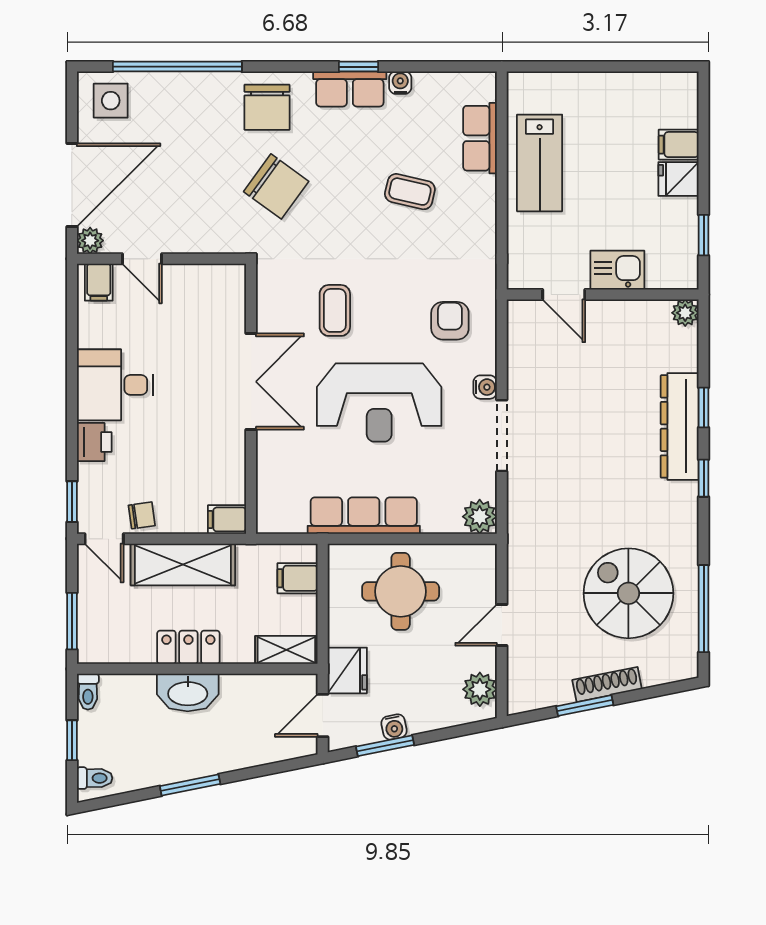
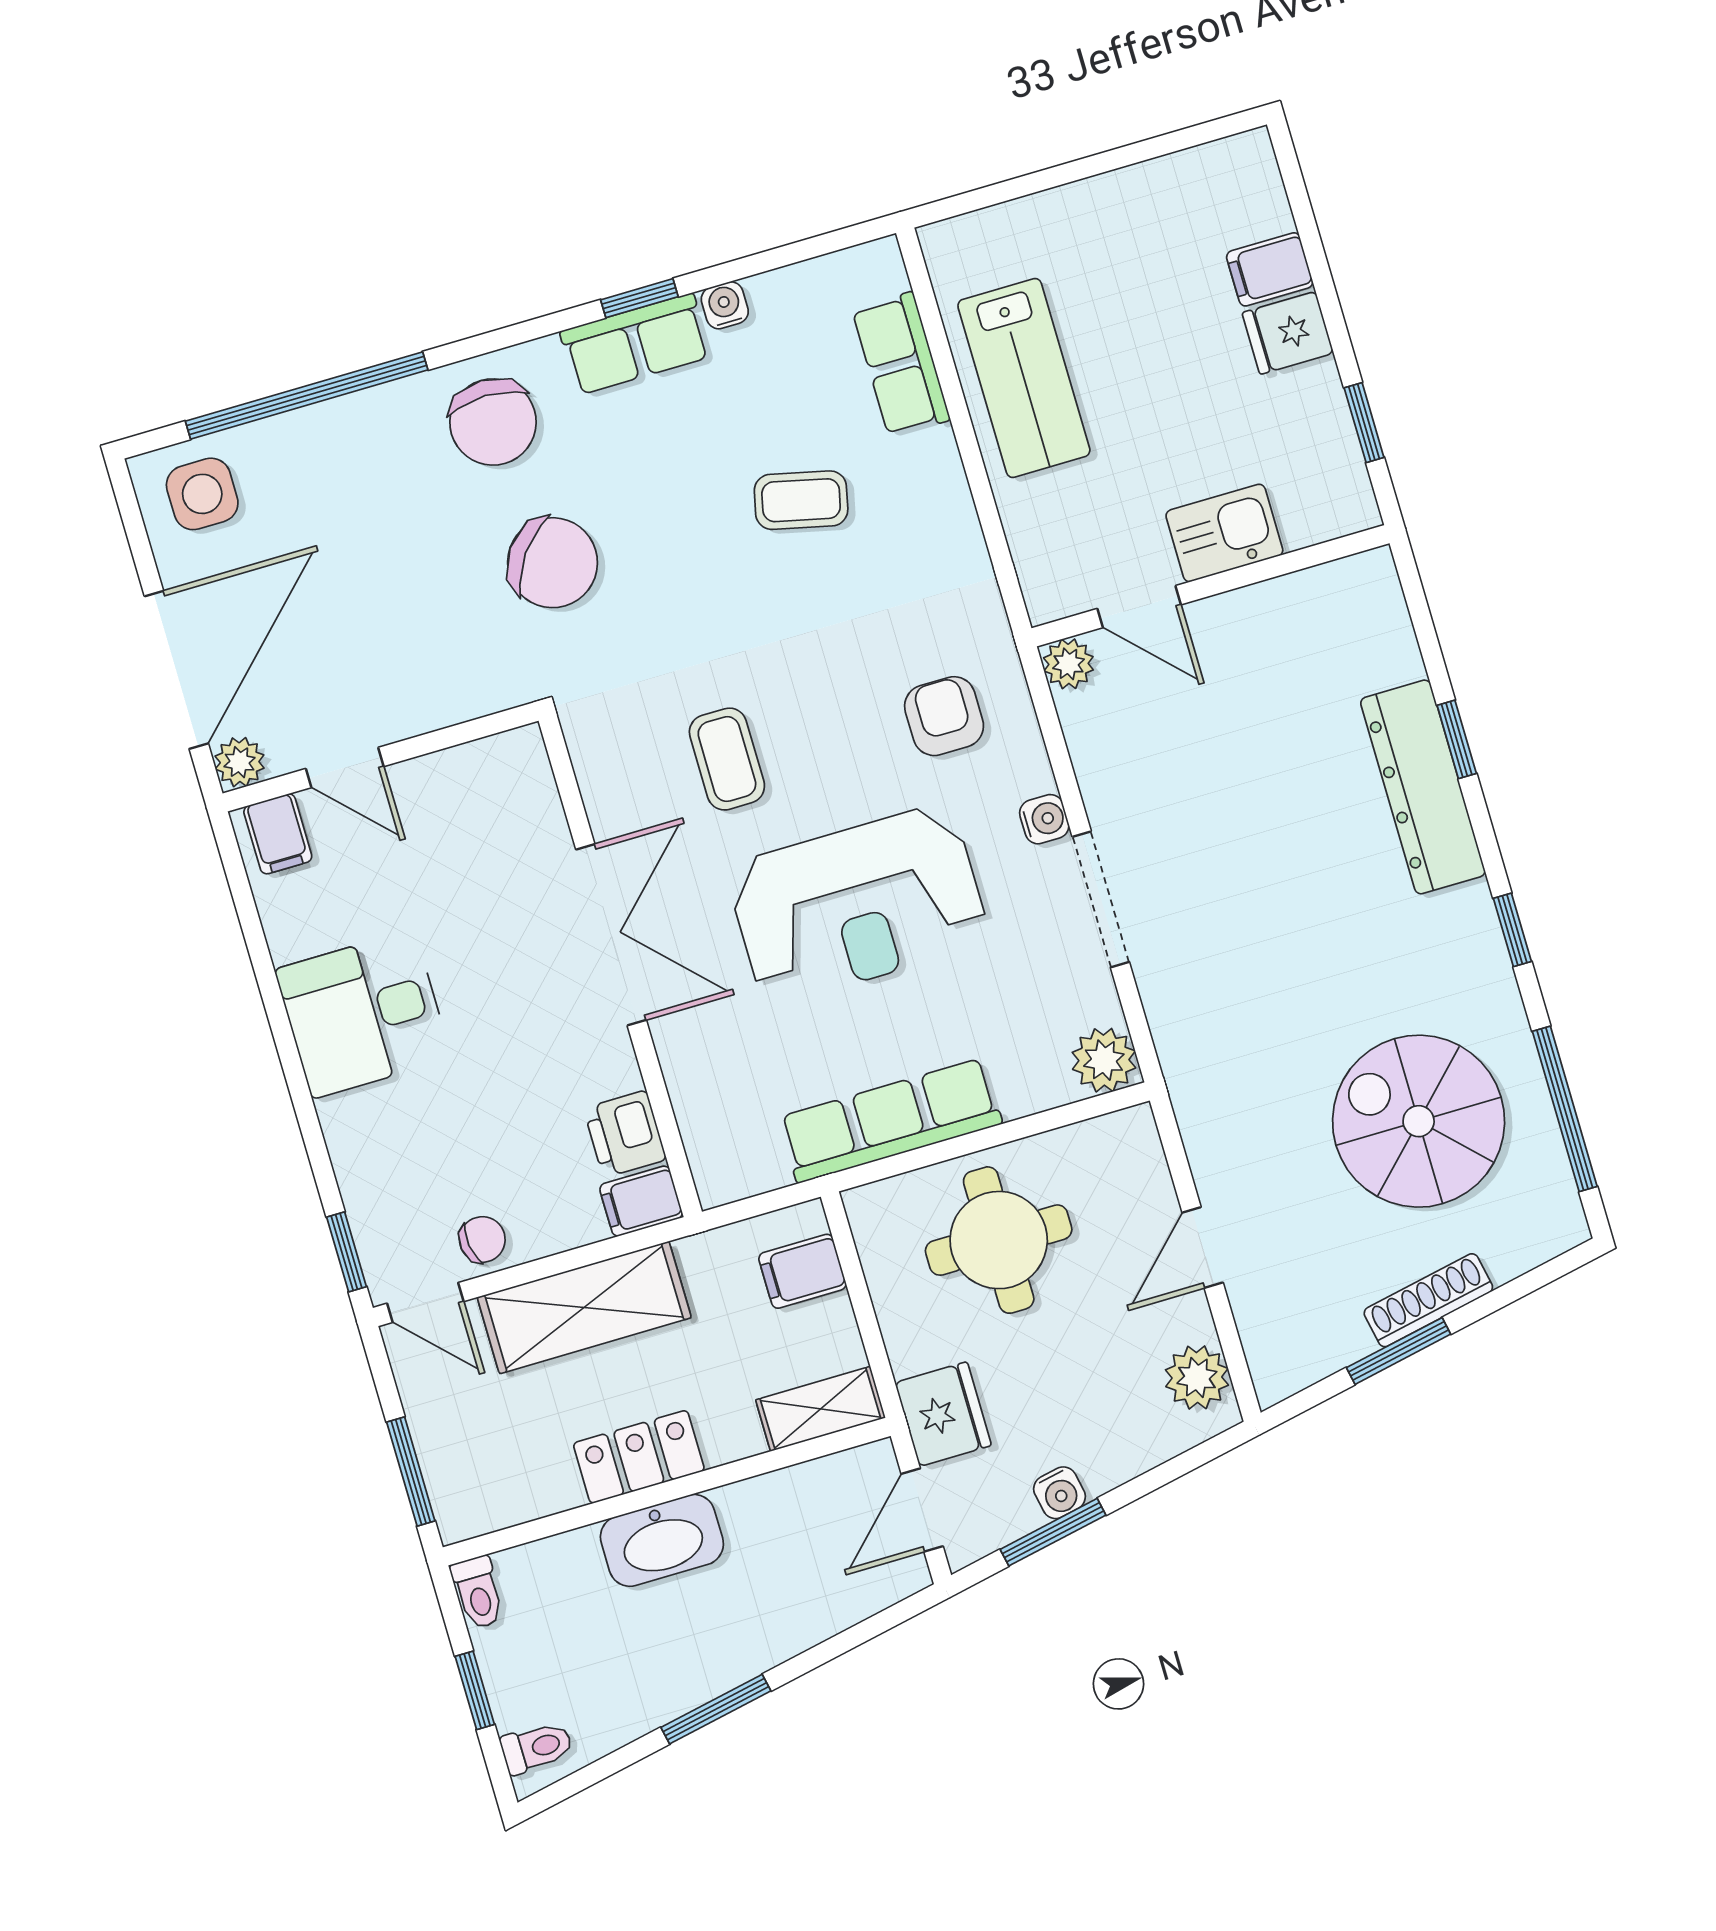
plant: (685, 313) -> (1068, 664), moved
printer: (94, 442) -> (625, 1134), moved, turned 180
window: (704, 478) -> (1512, 930), moved

